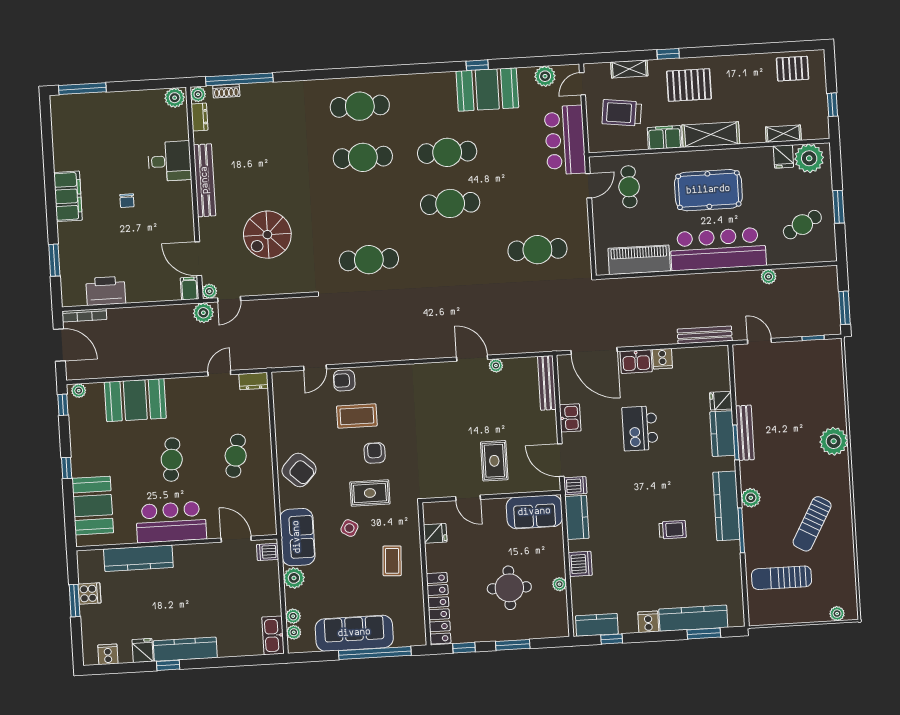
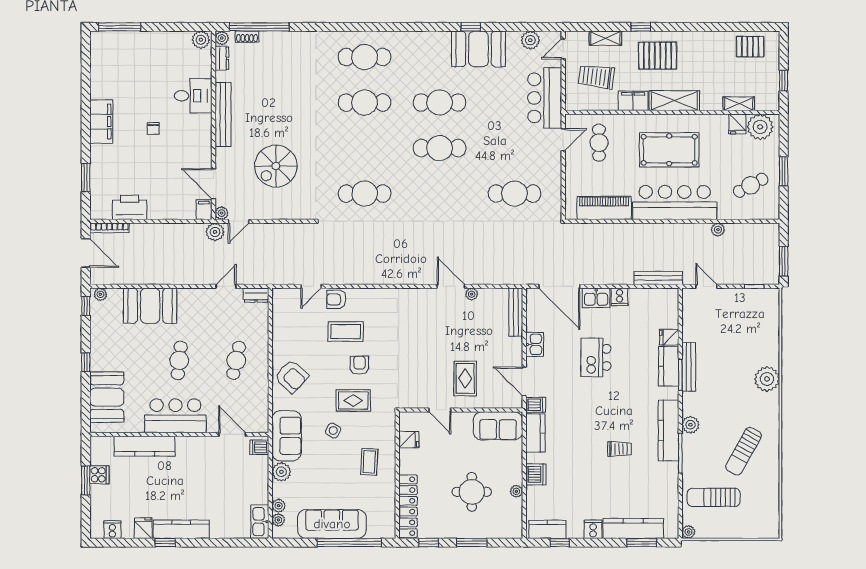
plant: (837, 614) -> (689, 532), moved

